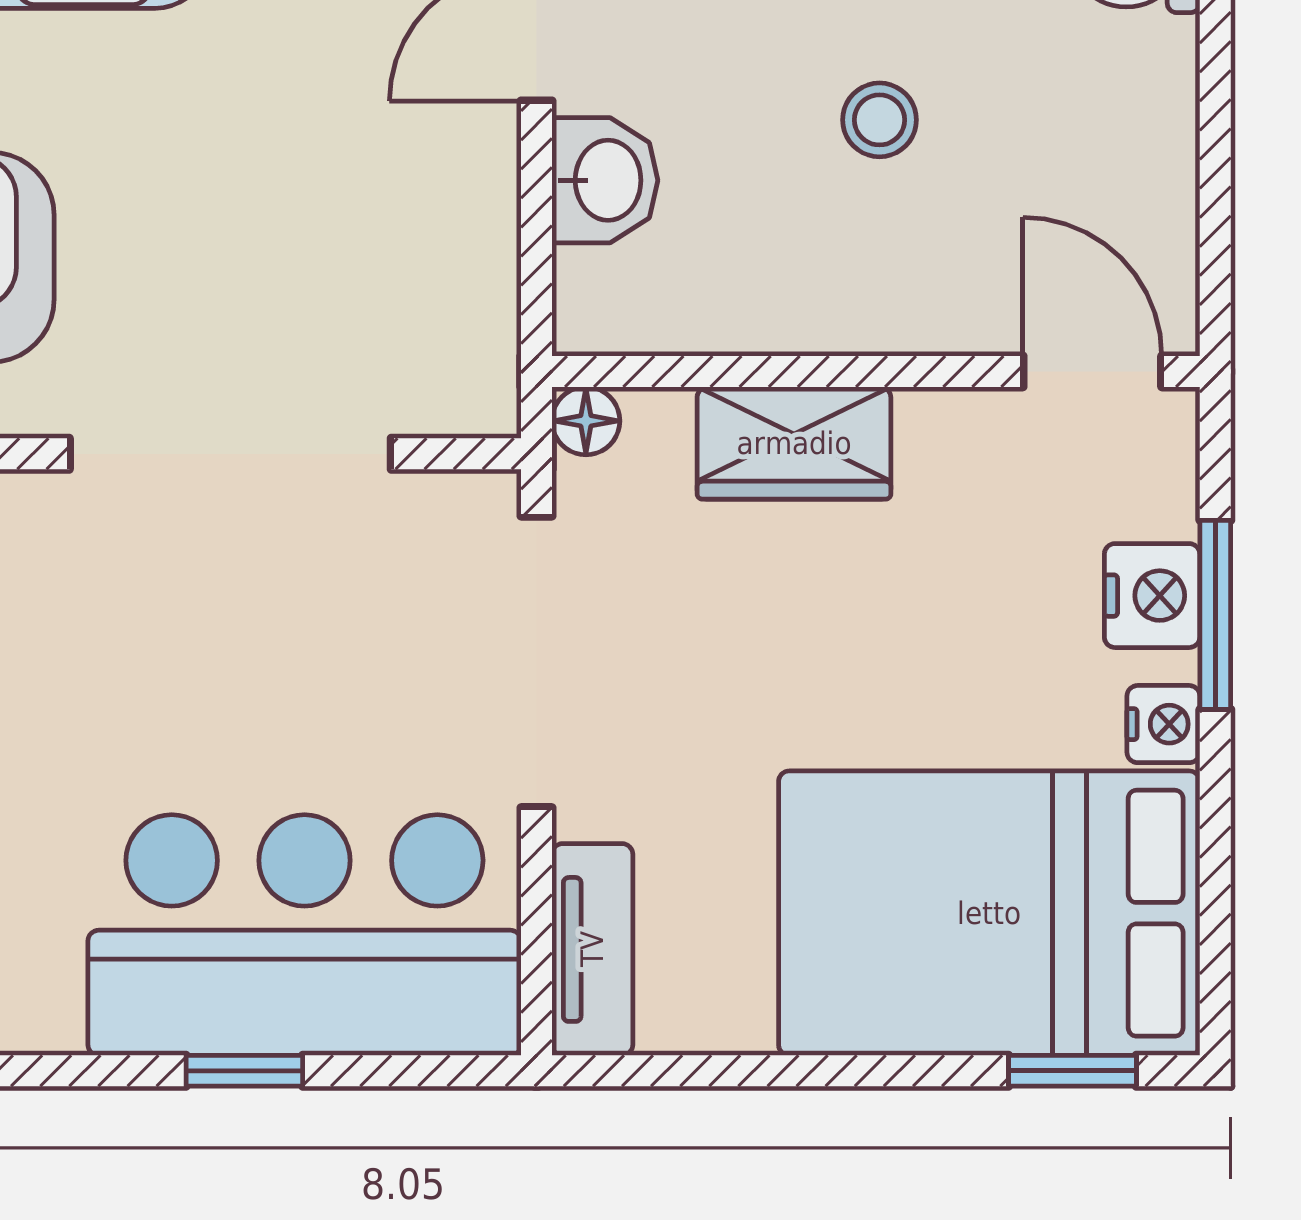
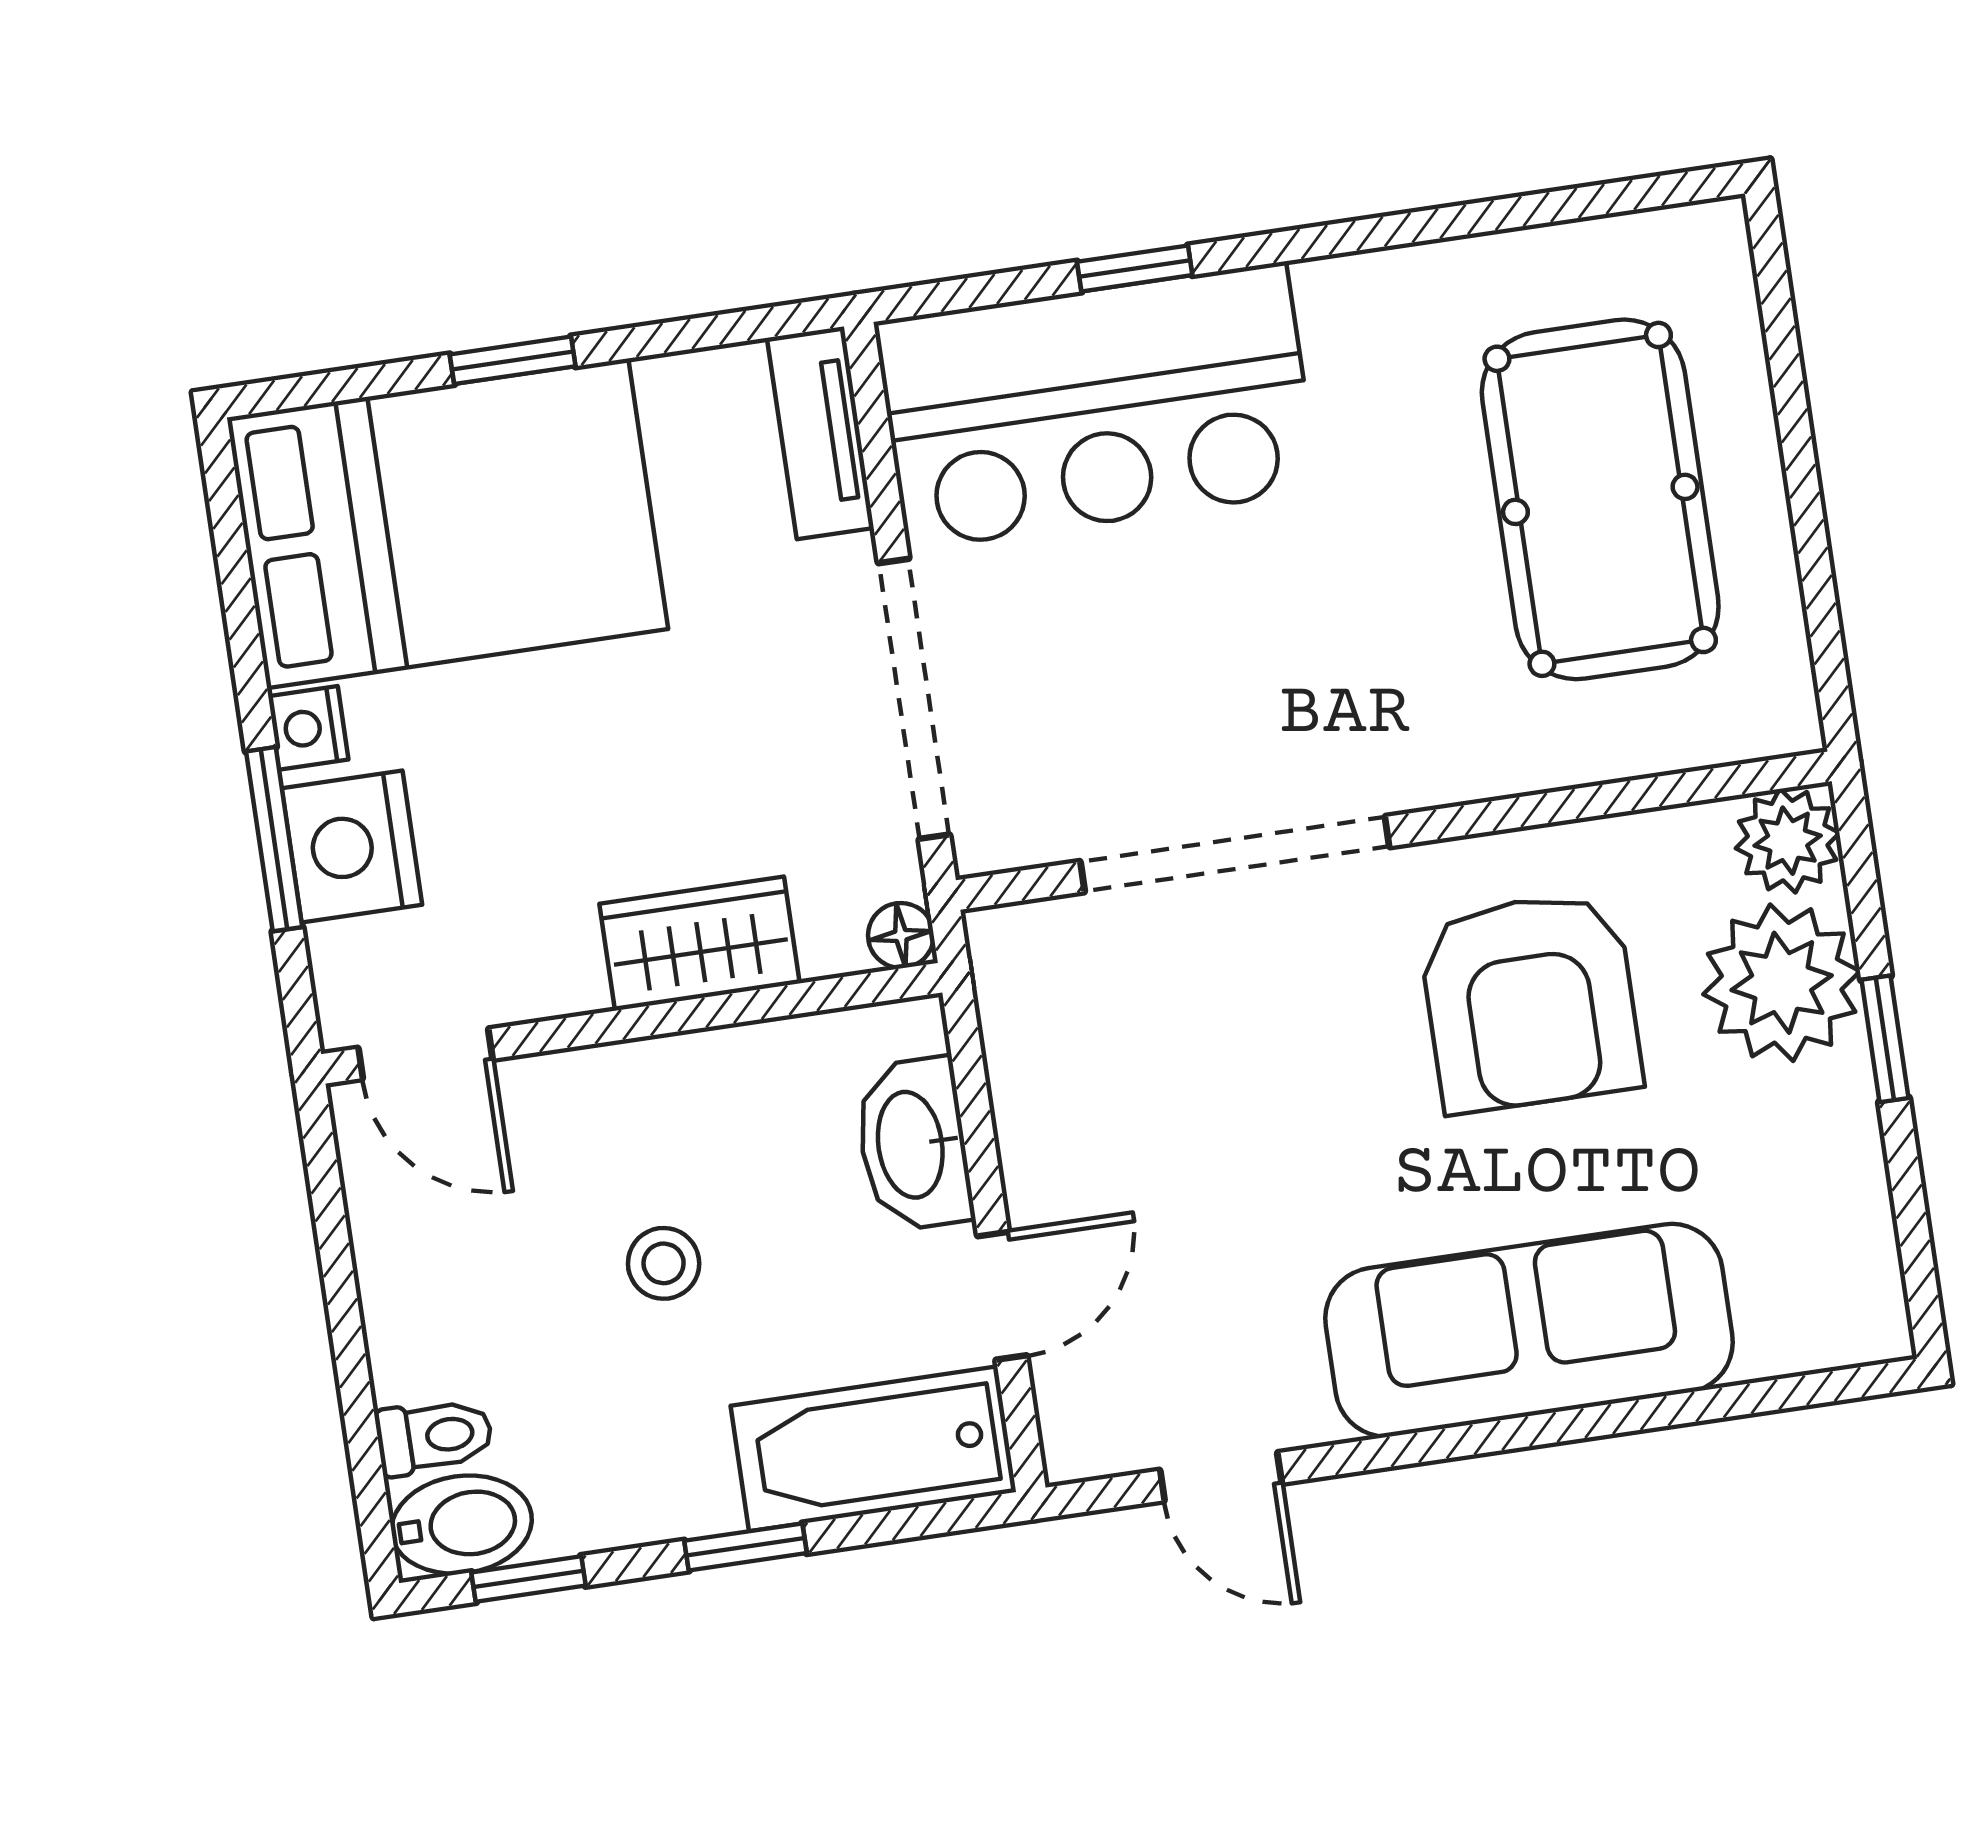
washbasin: (605, 180) -> (913, 1144), width x1.38
nightstand: (1152, 596) -> (352, 846), width x1.36, depth x1.33
window: (1072, 1071) -> (513, 360), moved

